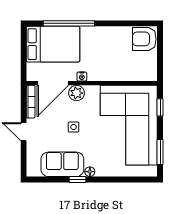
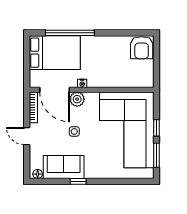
armchair: (144, 39) -> (142, 48), turned -90
door: (53, 83) -> (55, 90), hinge flipped
window: (160, 107) -> (157, 128), moved
floor lamp: (90, 172) -> (38, 174), moved

